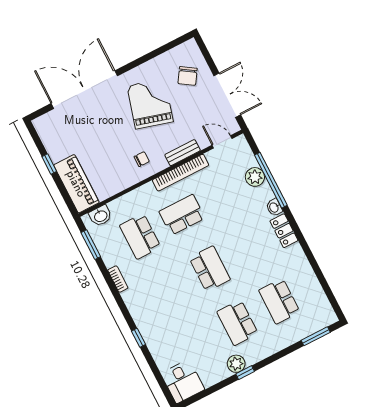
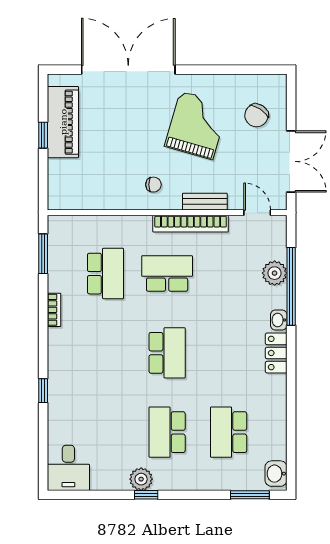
piano: (76, 184) -> (63, 122), moved
washbasin: (101, 216) -> (276, 474), moved, turned 90
school desk: (140, 236) -> (106, 274), turned 180

